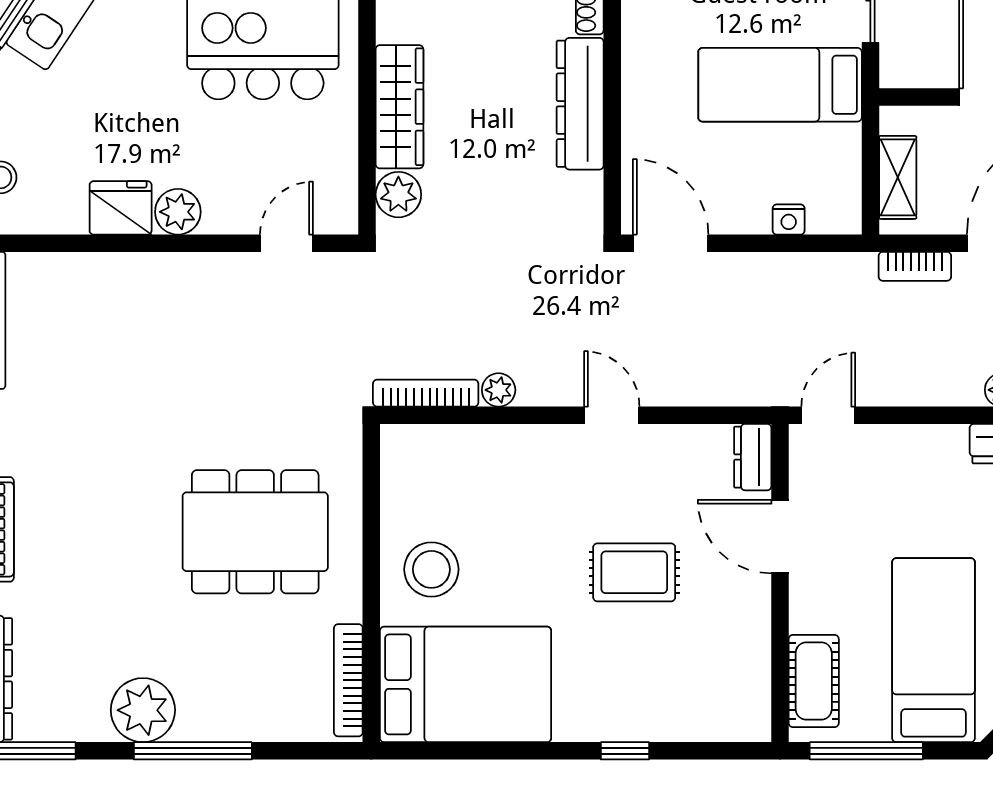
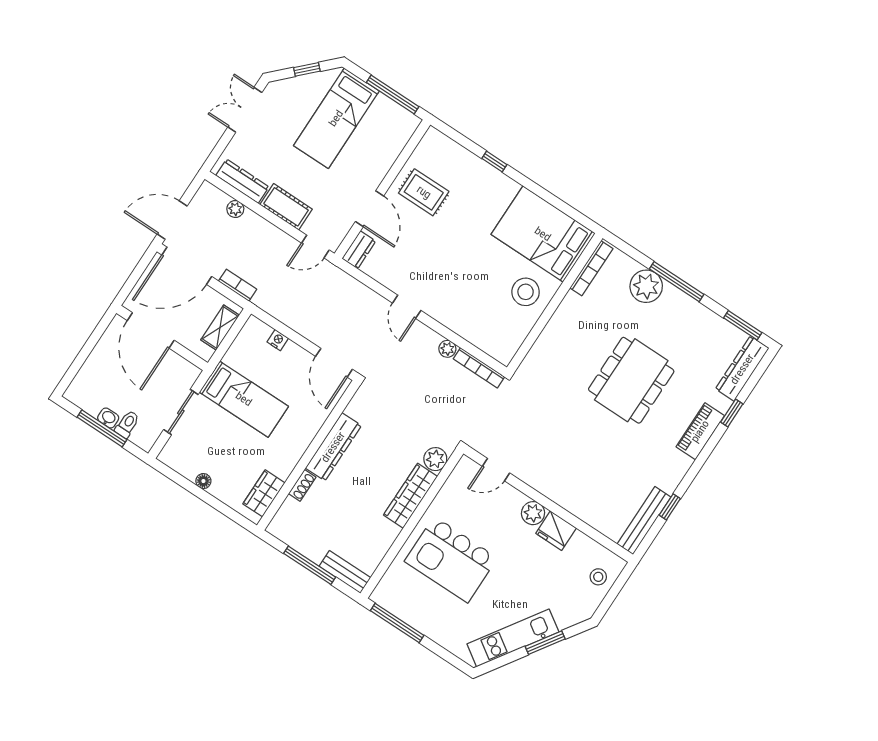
dining table: (255, 532) -> (631, 380), moved, turned 90
rug: (634, 572) -> (424, 192), moved
cot: (814, 681) -> (286, 207), moved, turned 90
plant: (143, 710) -> (646, 286), moved

